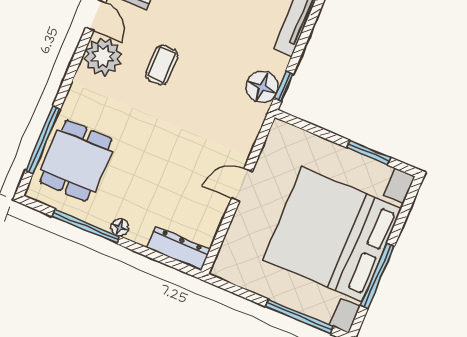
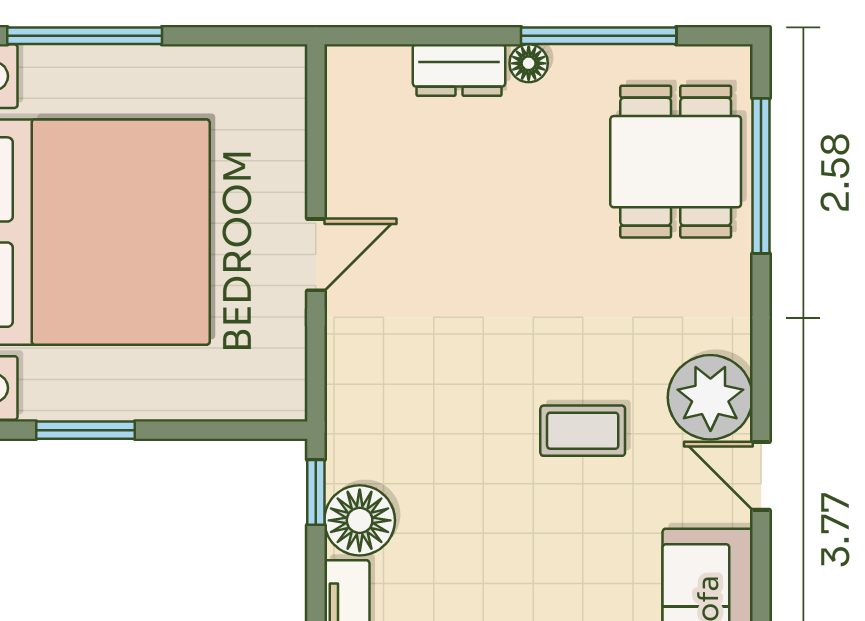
coffee table: (162, 65) -> (583, 431), turned 90
floor lamp: (262, 87) -> (360, 520), moved
dresser: (178, 249) -> (459, 70), moved, width x0.70

